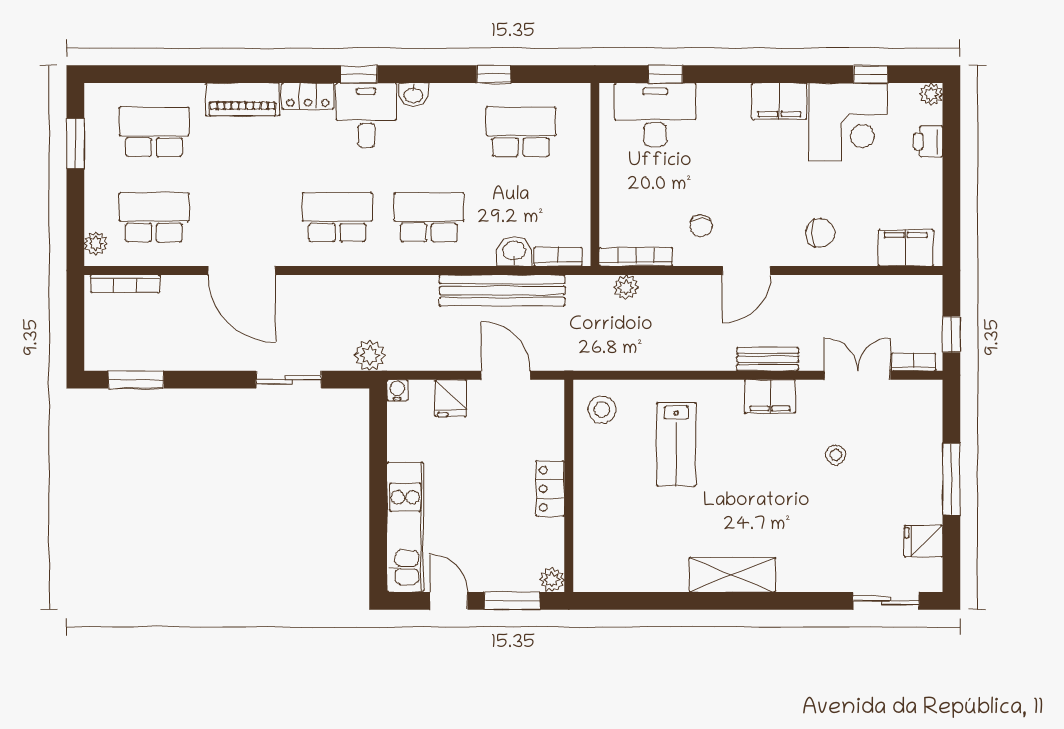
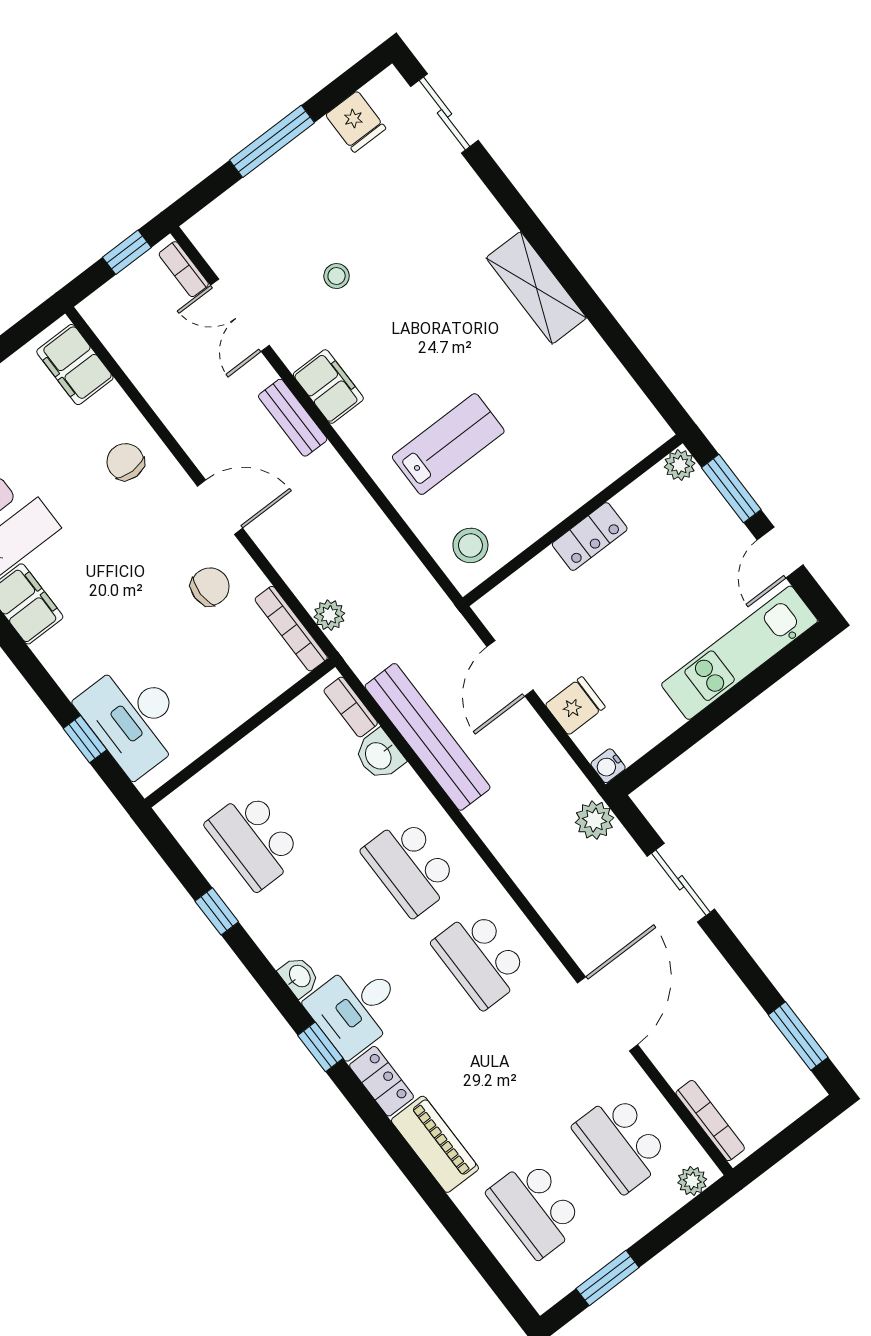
chair: (701, 226) -> (210, 587), width x1.37, depth x1.37

